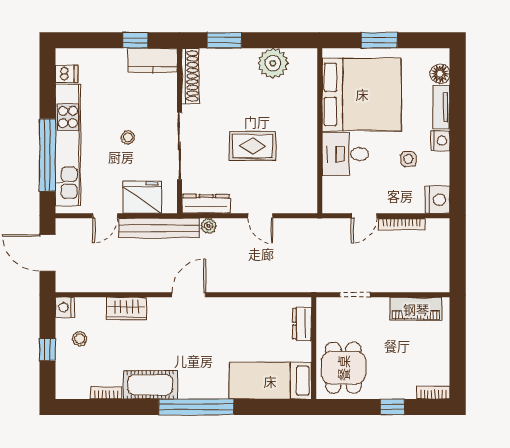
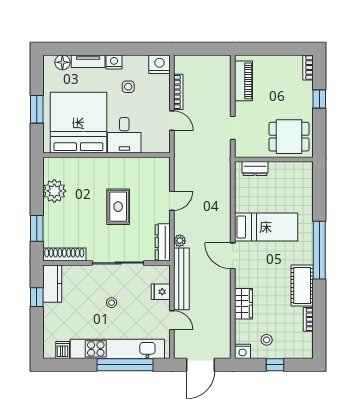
fridge: (142, 197) -> (161, 292), width x0.53, depth x0.75
bed: (270, 381) -> (266, 227), moved, turned -90

